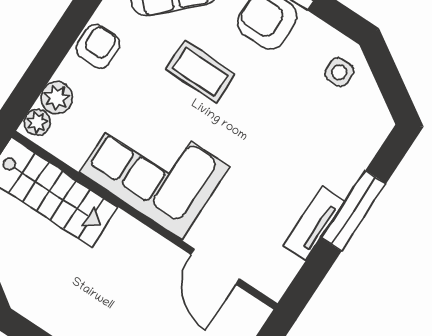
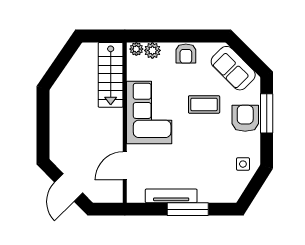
armchair: (98, 46) -> (186, 54), turned 90
coffee table: (200, 72) -> (204, 104), turned 90
tv unit: (314, 223) -> (171, 196), width x1.41

